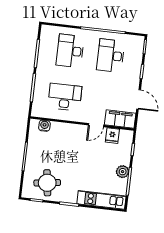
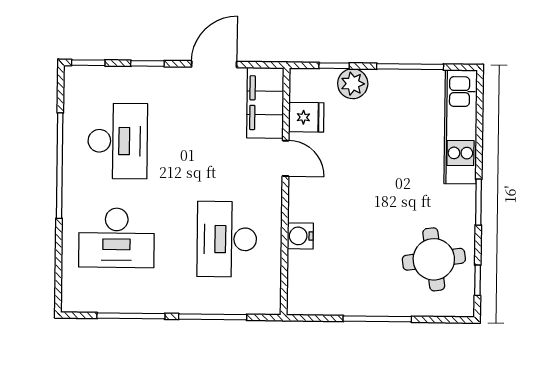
desk: (111, 56) -> (118, 141), turned -90
water cooler: (44, 126) -> (300, 236), moved
plant: (123, 172) -> (353, 84), moved

